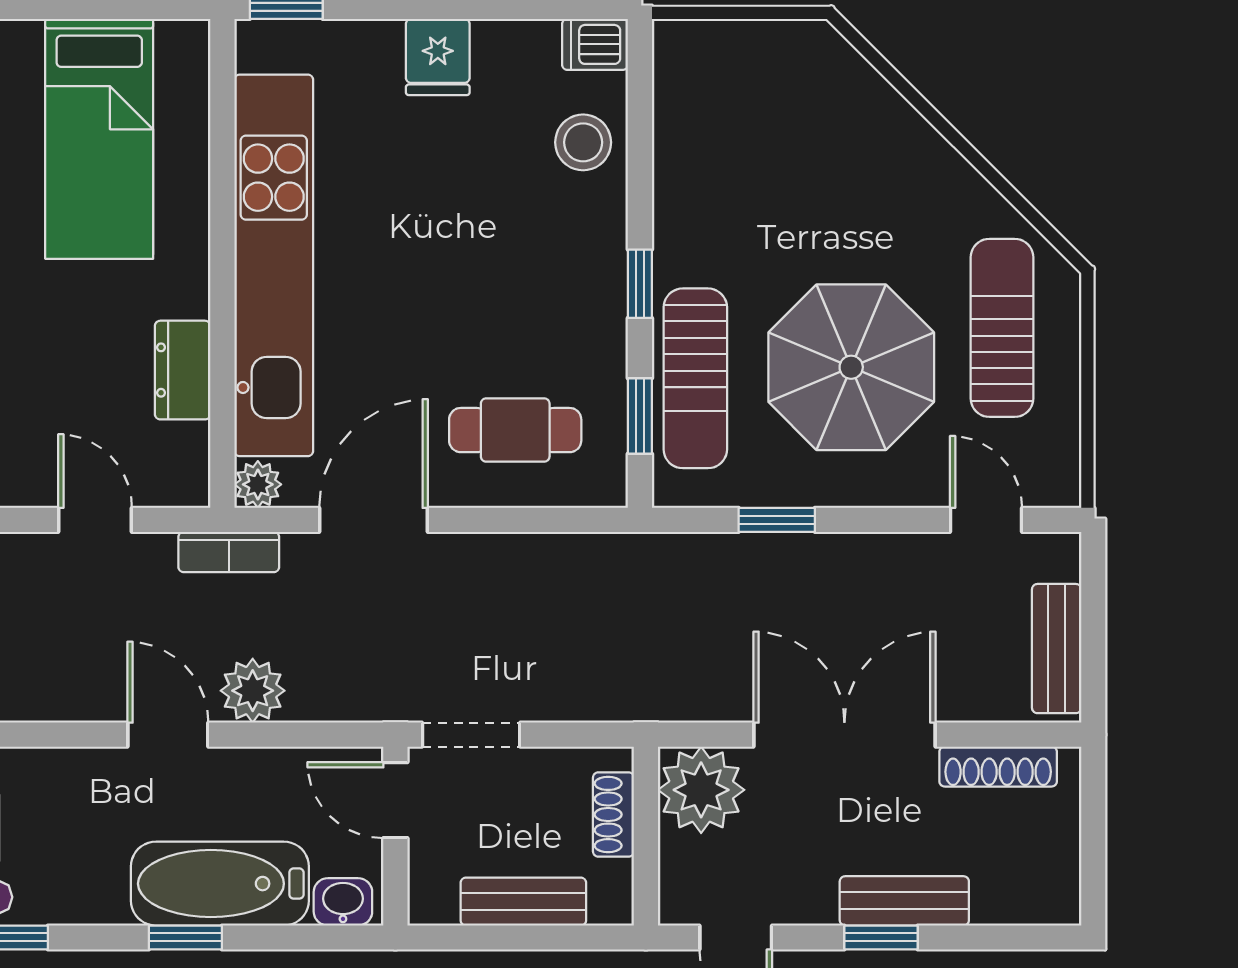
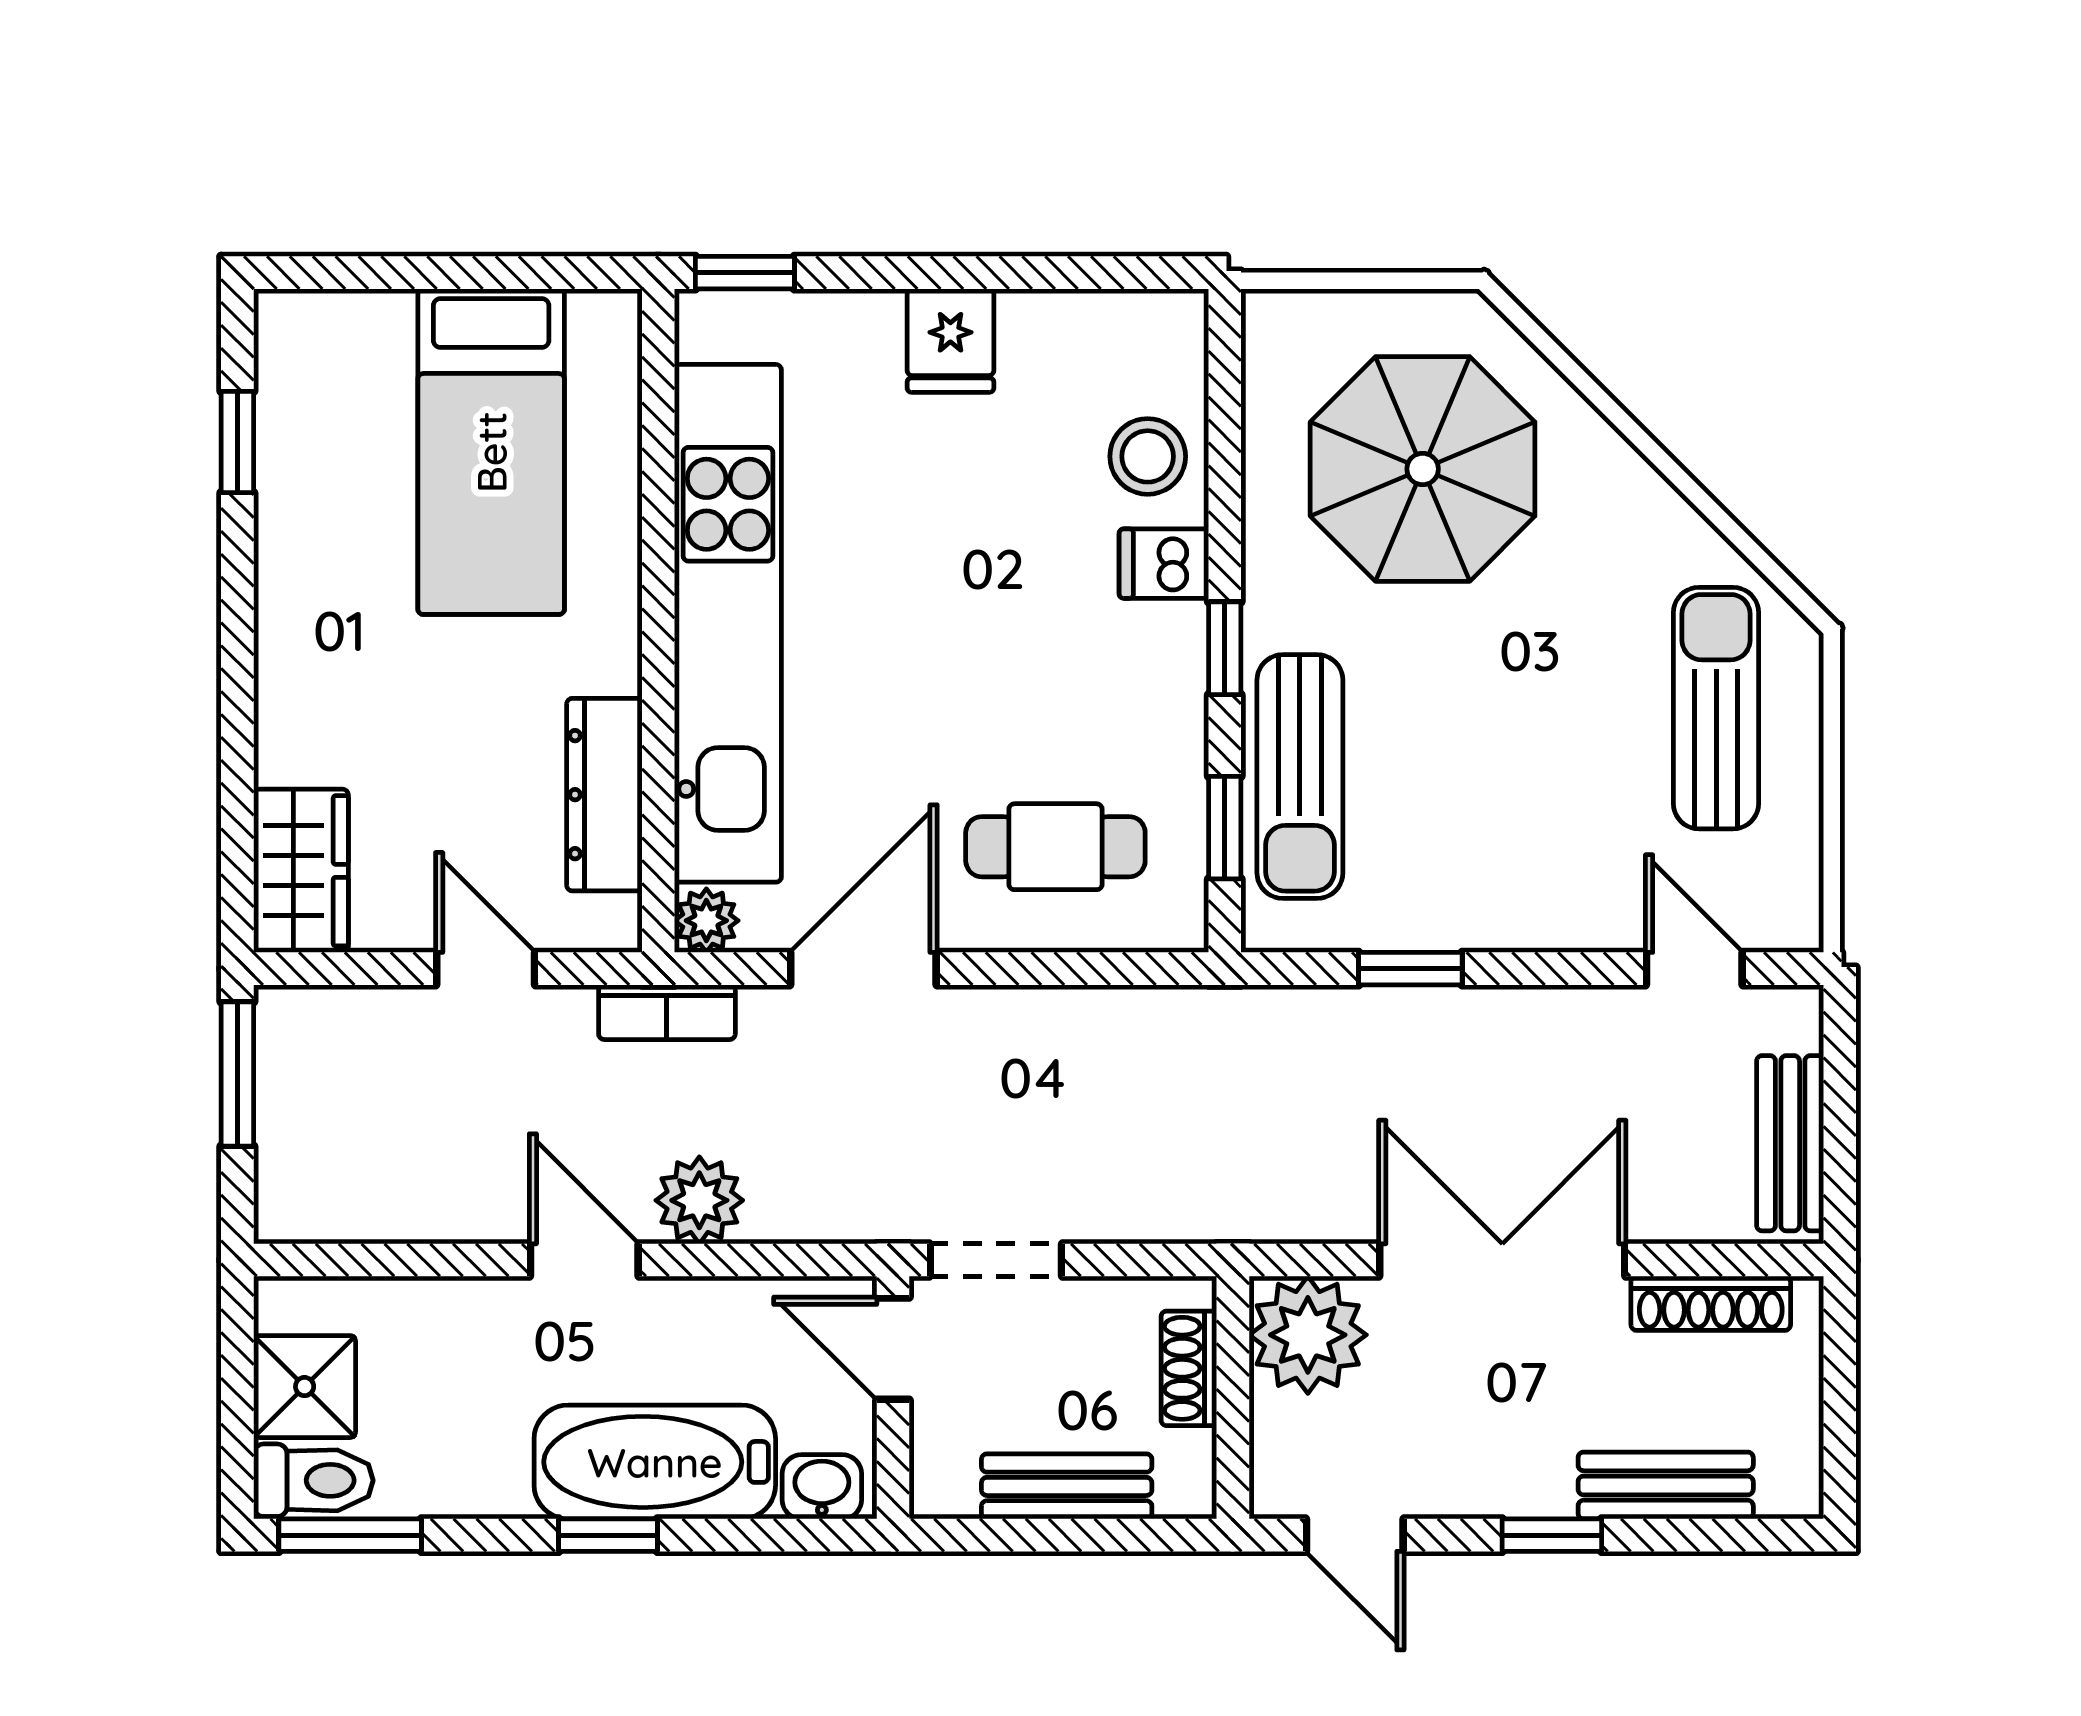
dishwasher: (595, 44) -> (1164, 564), moved
parasol: (851, 367) -> (1423, 469), moved
dresser: (183, 370) -> (604, 795), width x1.44
bench: (904, 901) -> (1666, 1485), moved

